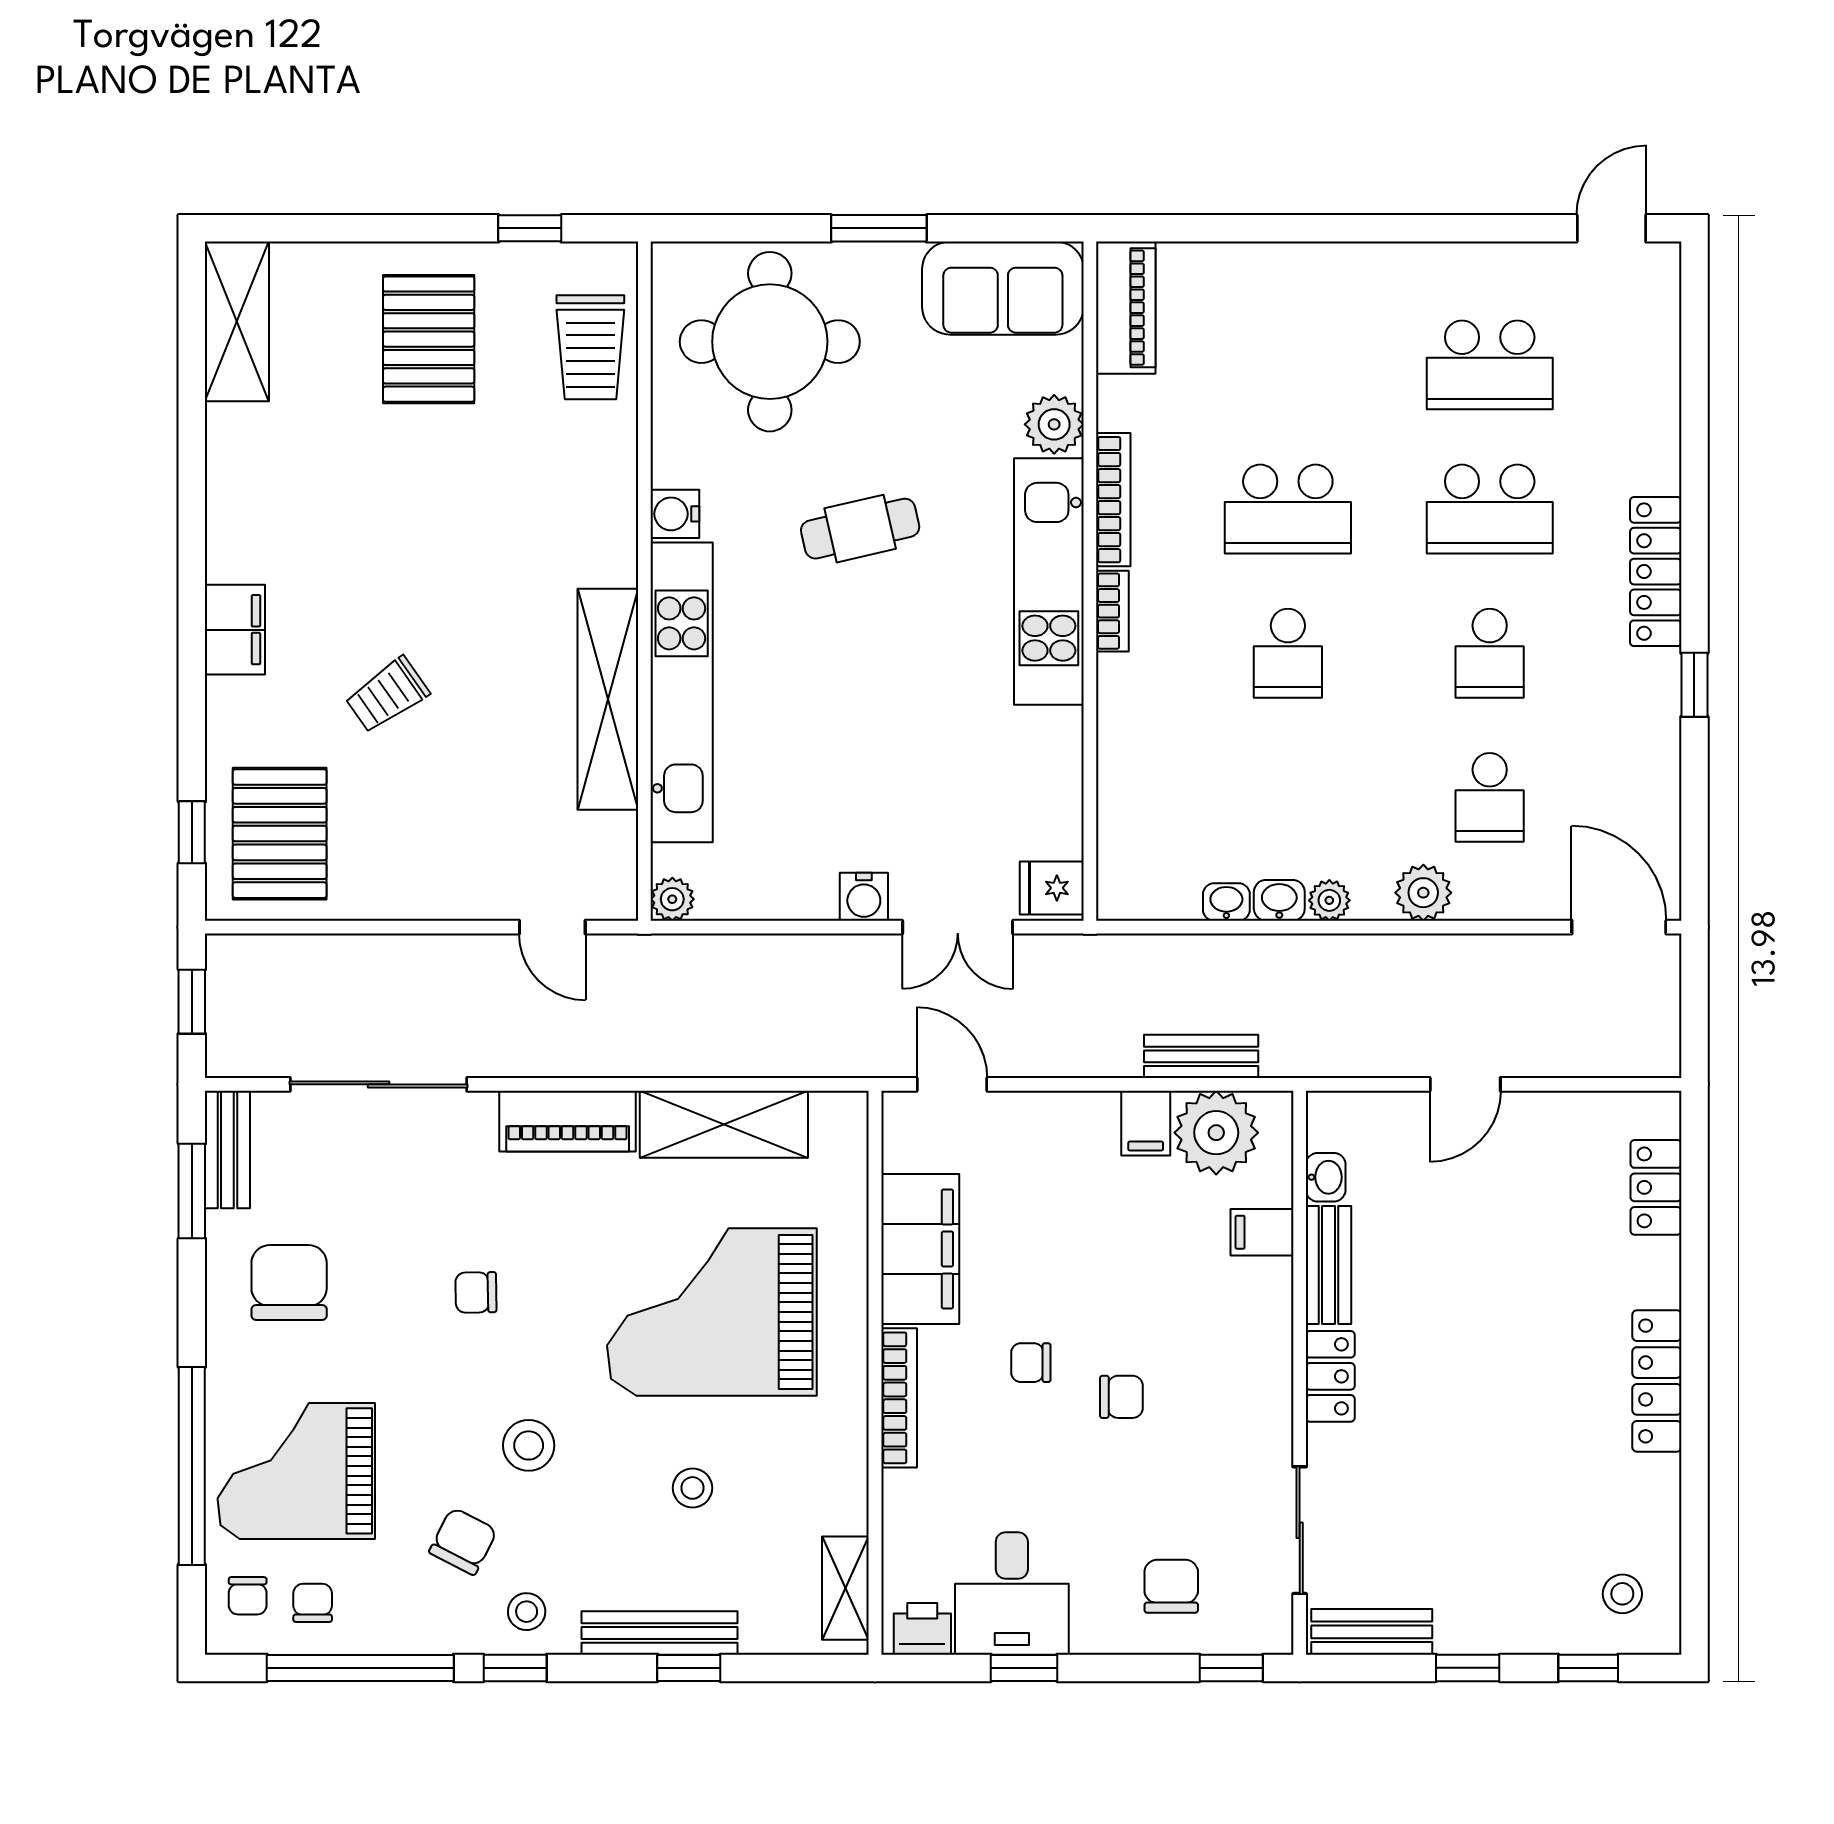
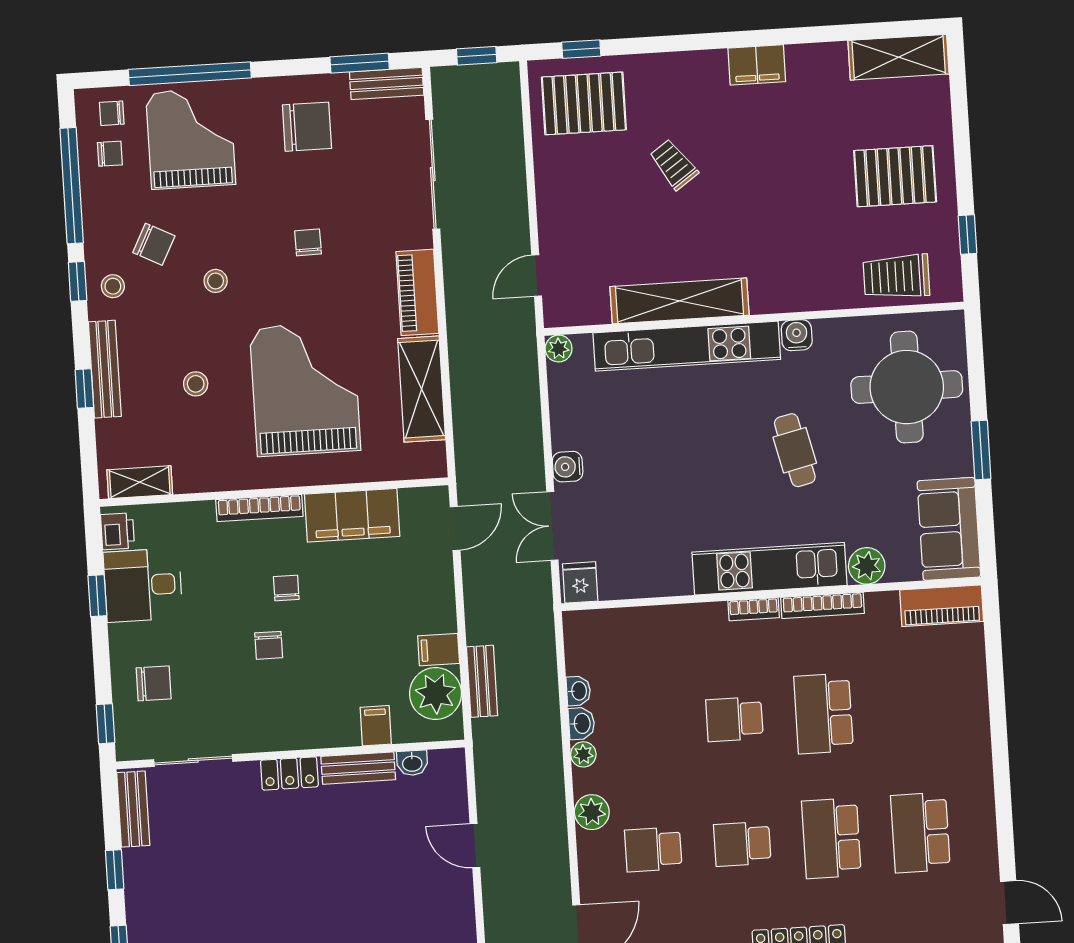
filing cabinet: (235, 630) -> (757, 65), moved
stool: (529, 1445) -> (216, 281), width x0.73, depth x0.73

